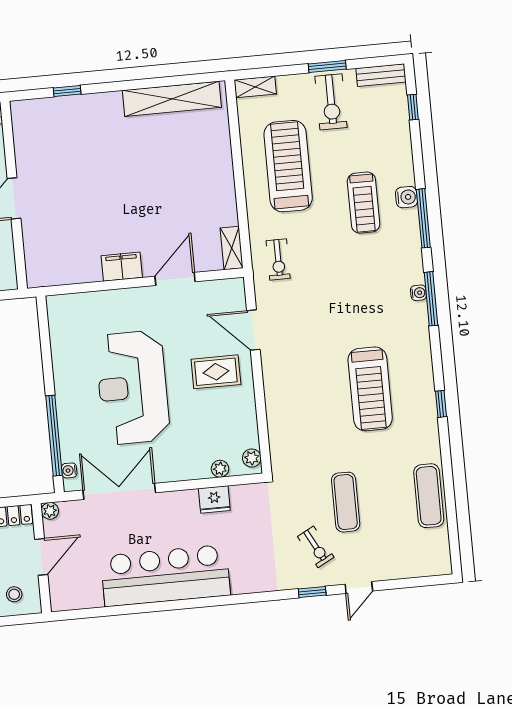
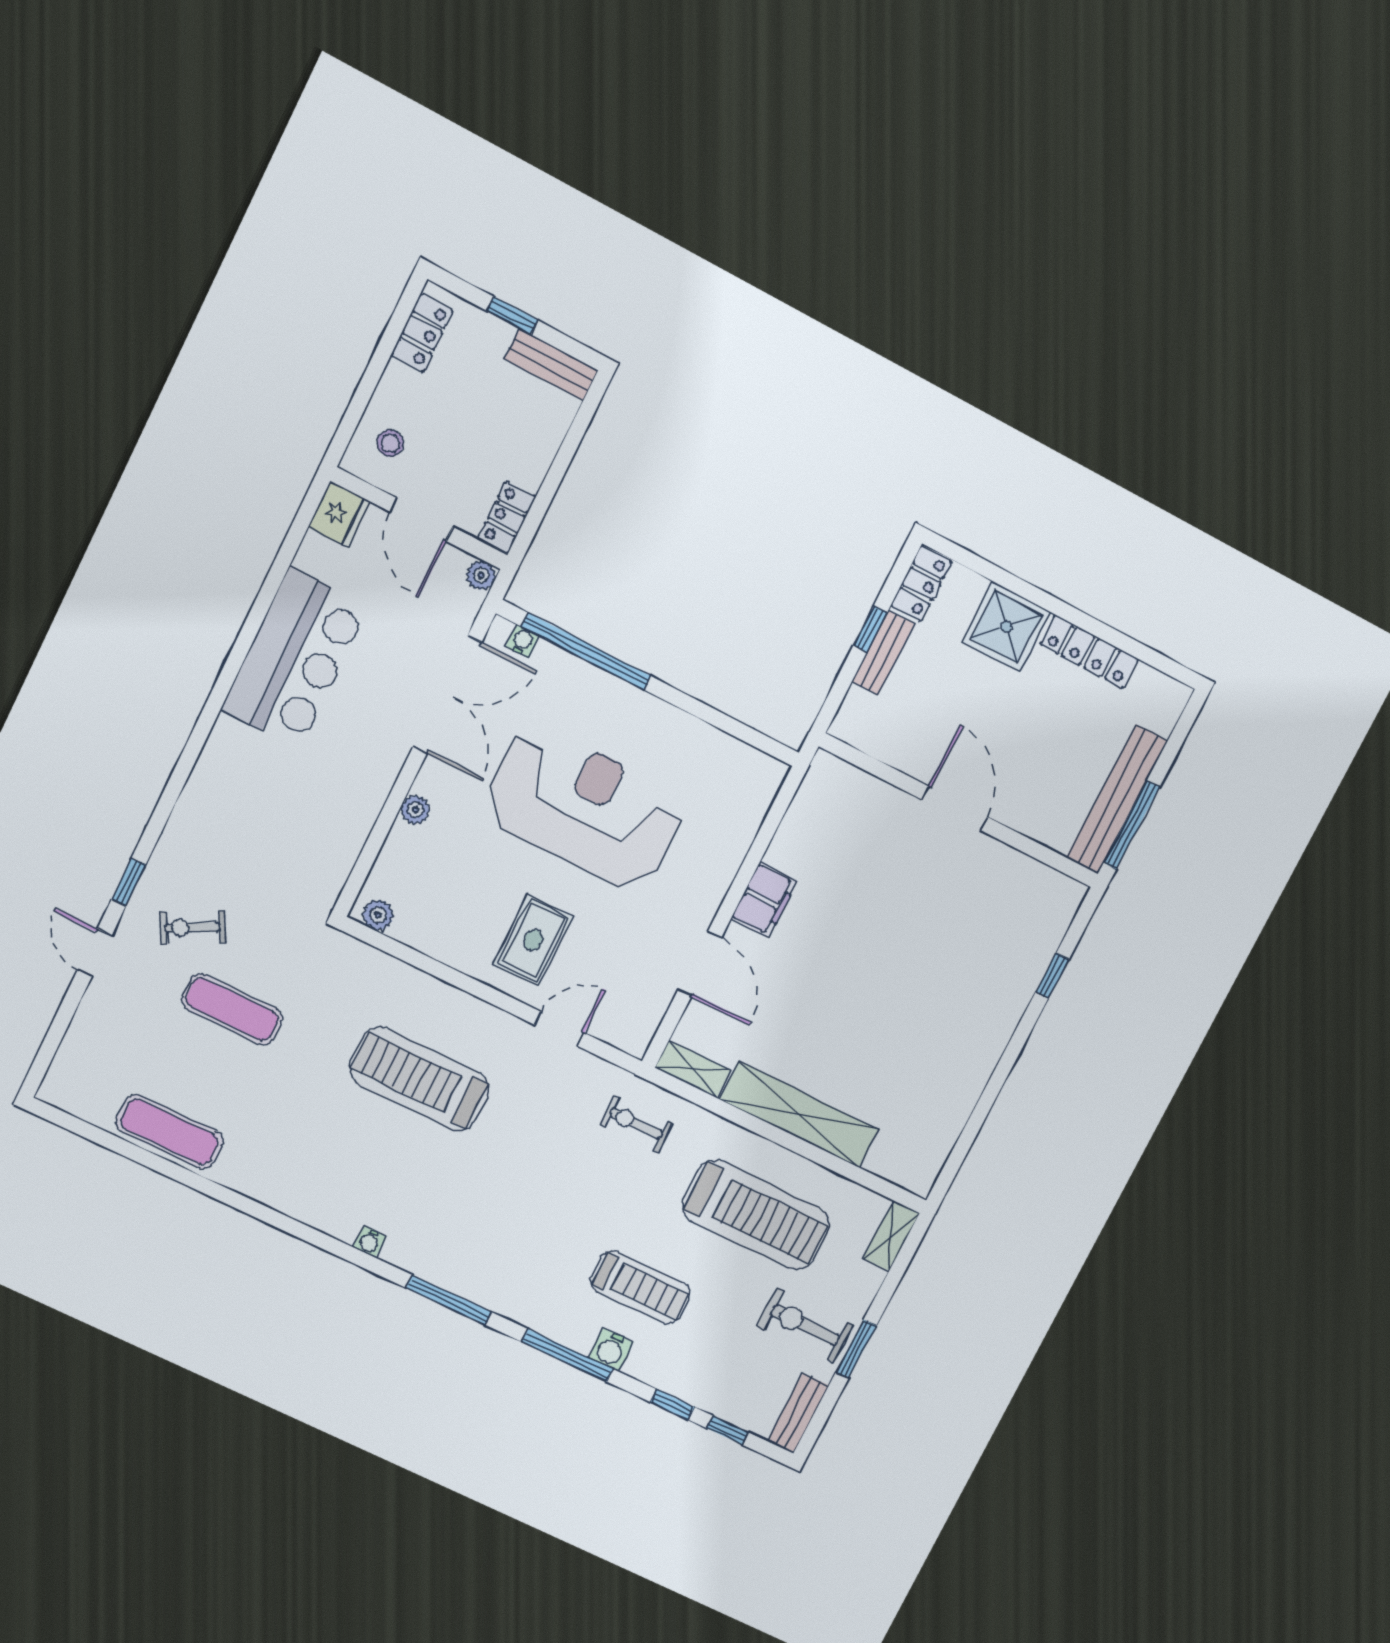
shelving: (172, 99) -> (799, 1114), moved, turned 90
treadmill: (364, 203) -> (640, 1287), turned 180
water cooler: (418, 293) -> (369, 1242), moved
door: (253, 330) -> (559, 1029), width x0.73
treadmill: (370, 389) -> (420, 1079), moved
window: (441, 404) -> (672, 1405), moved
plant: (220, 469) -> (415, 810), moved
fridge: (214, 499) -> (339, 514), moved, turned 180
bar counter: (165, 576) -> (295, 658), width x0.73

